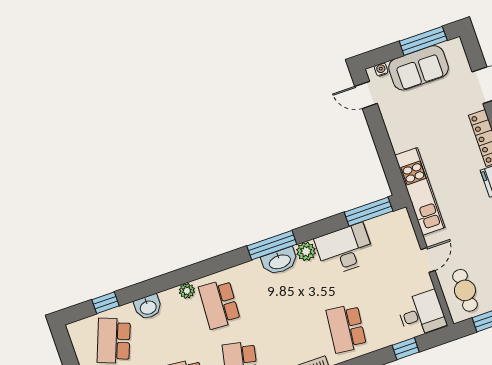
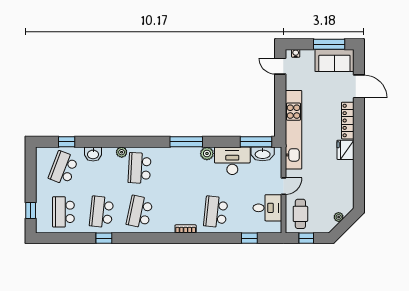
sofa: (419, 68) -> (334, 60), moved
kitchen unit: (420, 191) -> (294, 130), width x1.36
washbasin: (280, 261) -> (263, 154), moved
desk: (422, 314) -> (267, 208), moved

